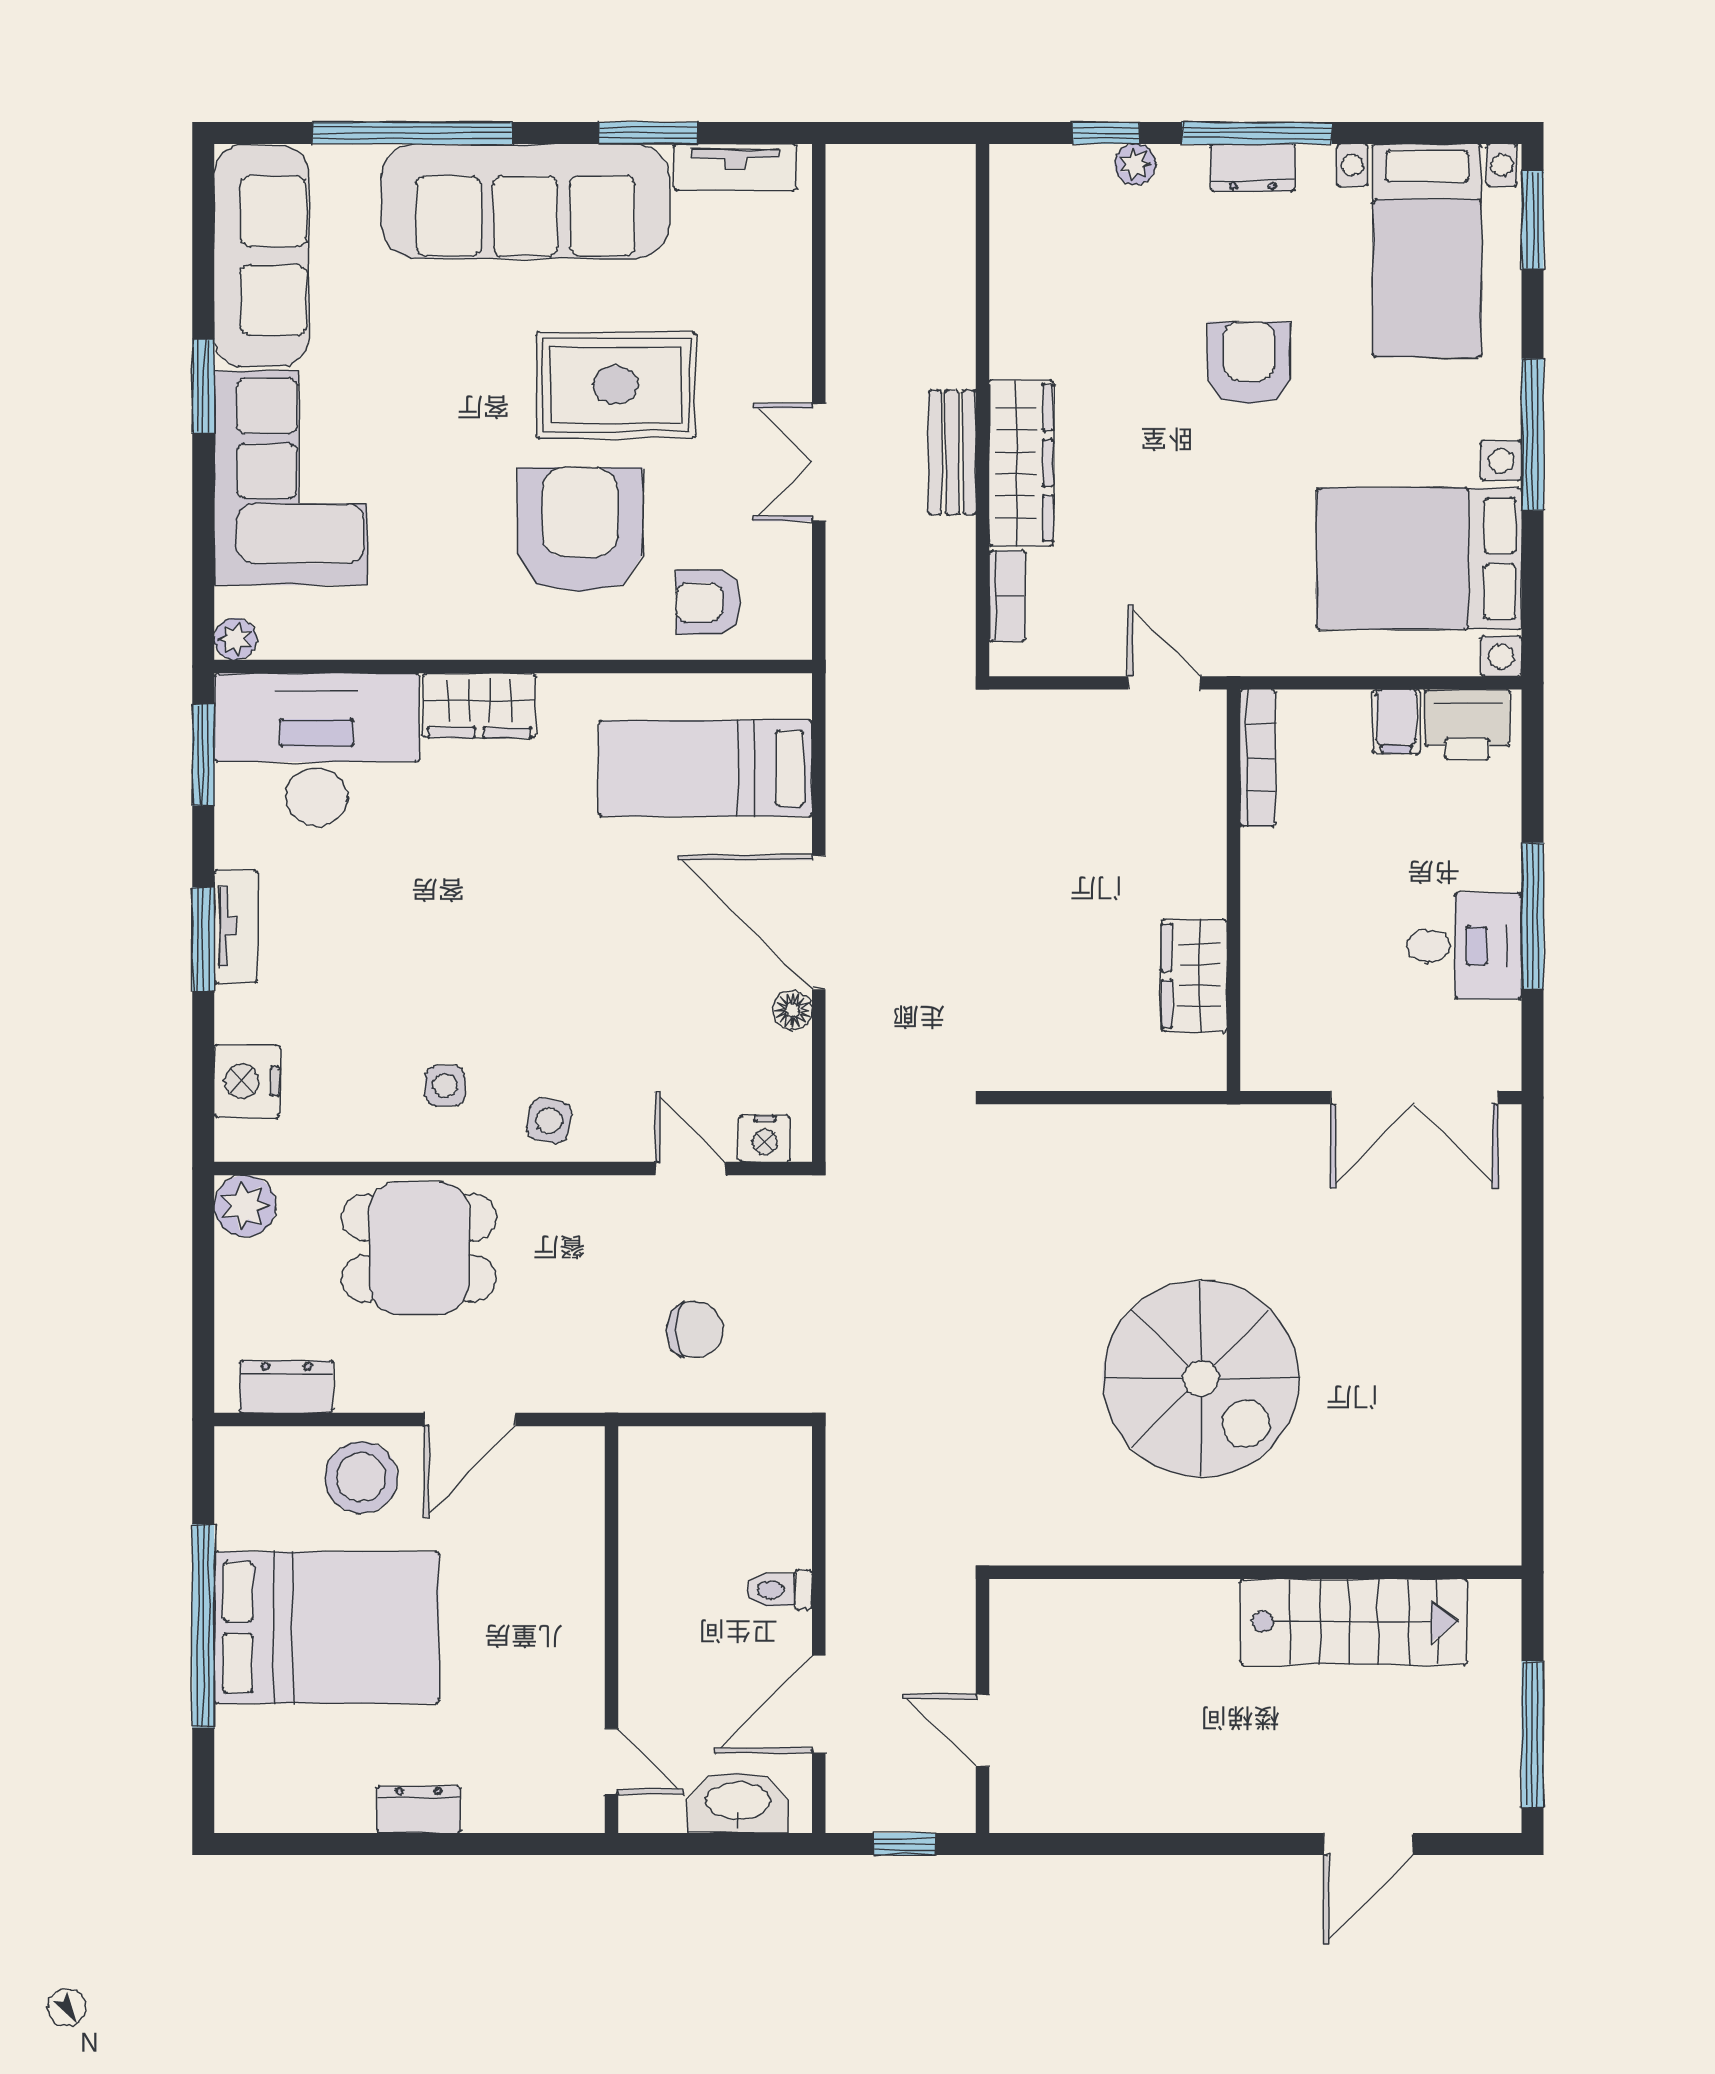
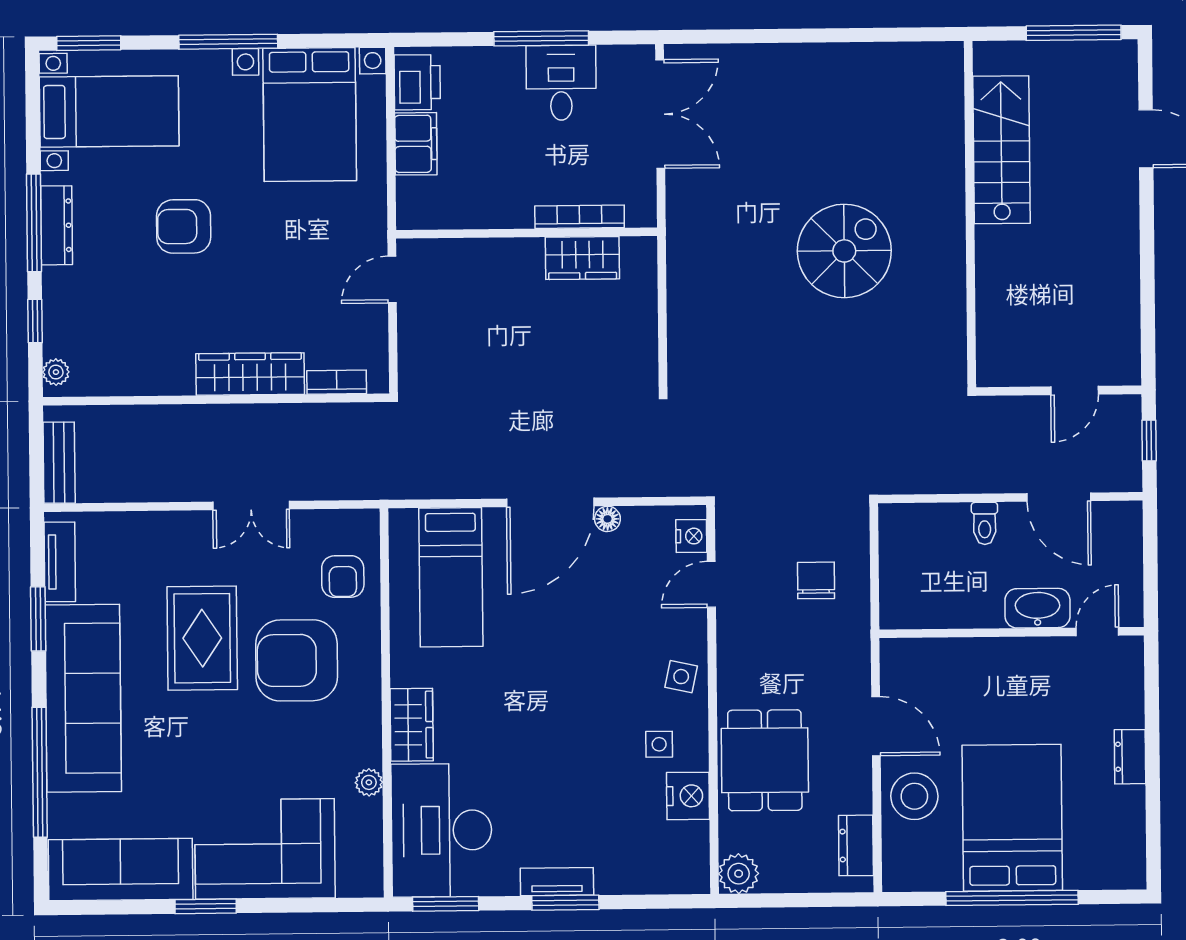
plant: (1135, 164) -> (56, 372), moved
dresser: (1253, 168) -> (57, 225), width x1.44
bench: (952, 452) -> (59, 463), moved, turned 90
plant: (235, 639) -> (369, 782), moved
filing cabinet: (1396, 721) -> (416, 144), width x2.00
bookcase: (1258, 758) -> (580, 217), moved
nightstand: (247, 1081) -> (688, 796), moved, turned -90
spiral stairs: (1201, 1378) -> (844, 251), width x0.73, depth x0.73
washbasin: (738, 1803) -> (1038, 608), moved, turned 90

